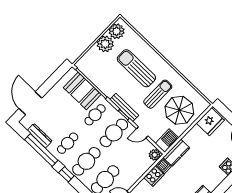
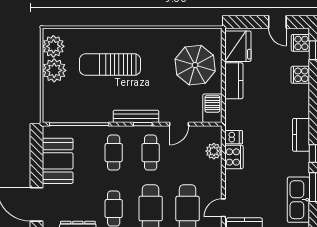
booth: (82, 91) -> (58, 161), moved, turned 90
sun lounger: (158, 94) -> (157, 70), removed
cafe table: (114, 133) -> (151, 153), width x0.73, depth x0.74
kitchen counter: (176, 153) -> (234, 81), moved
plant: (155, 155) -> (214, 151), moved

